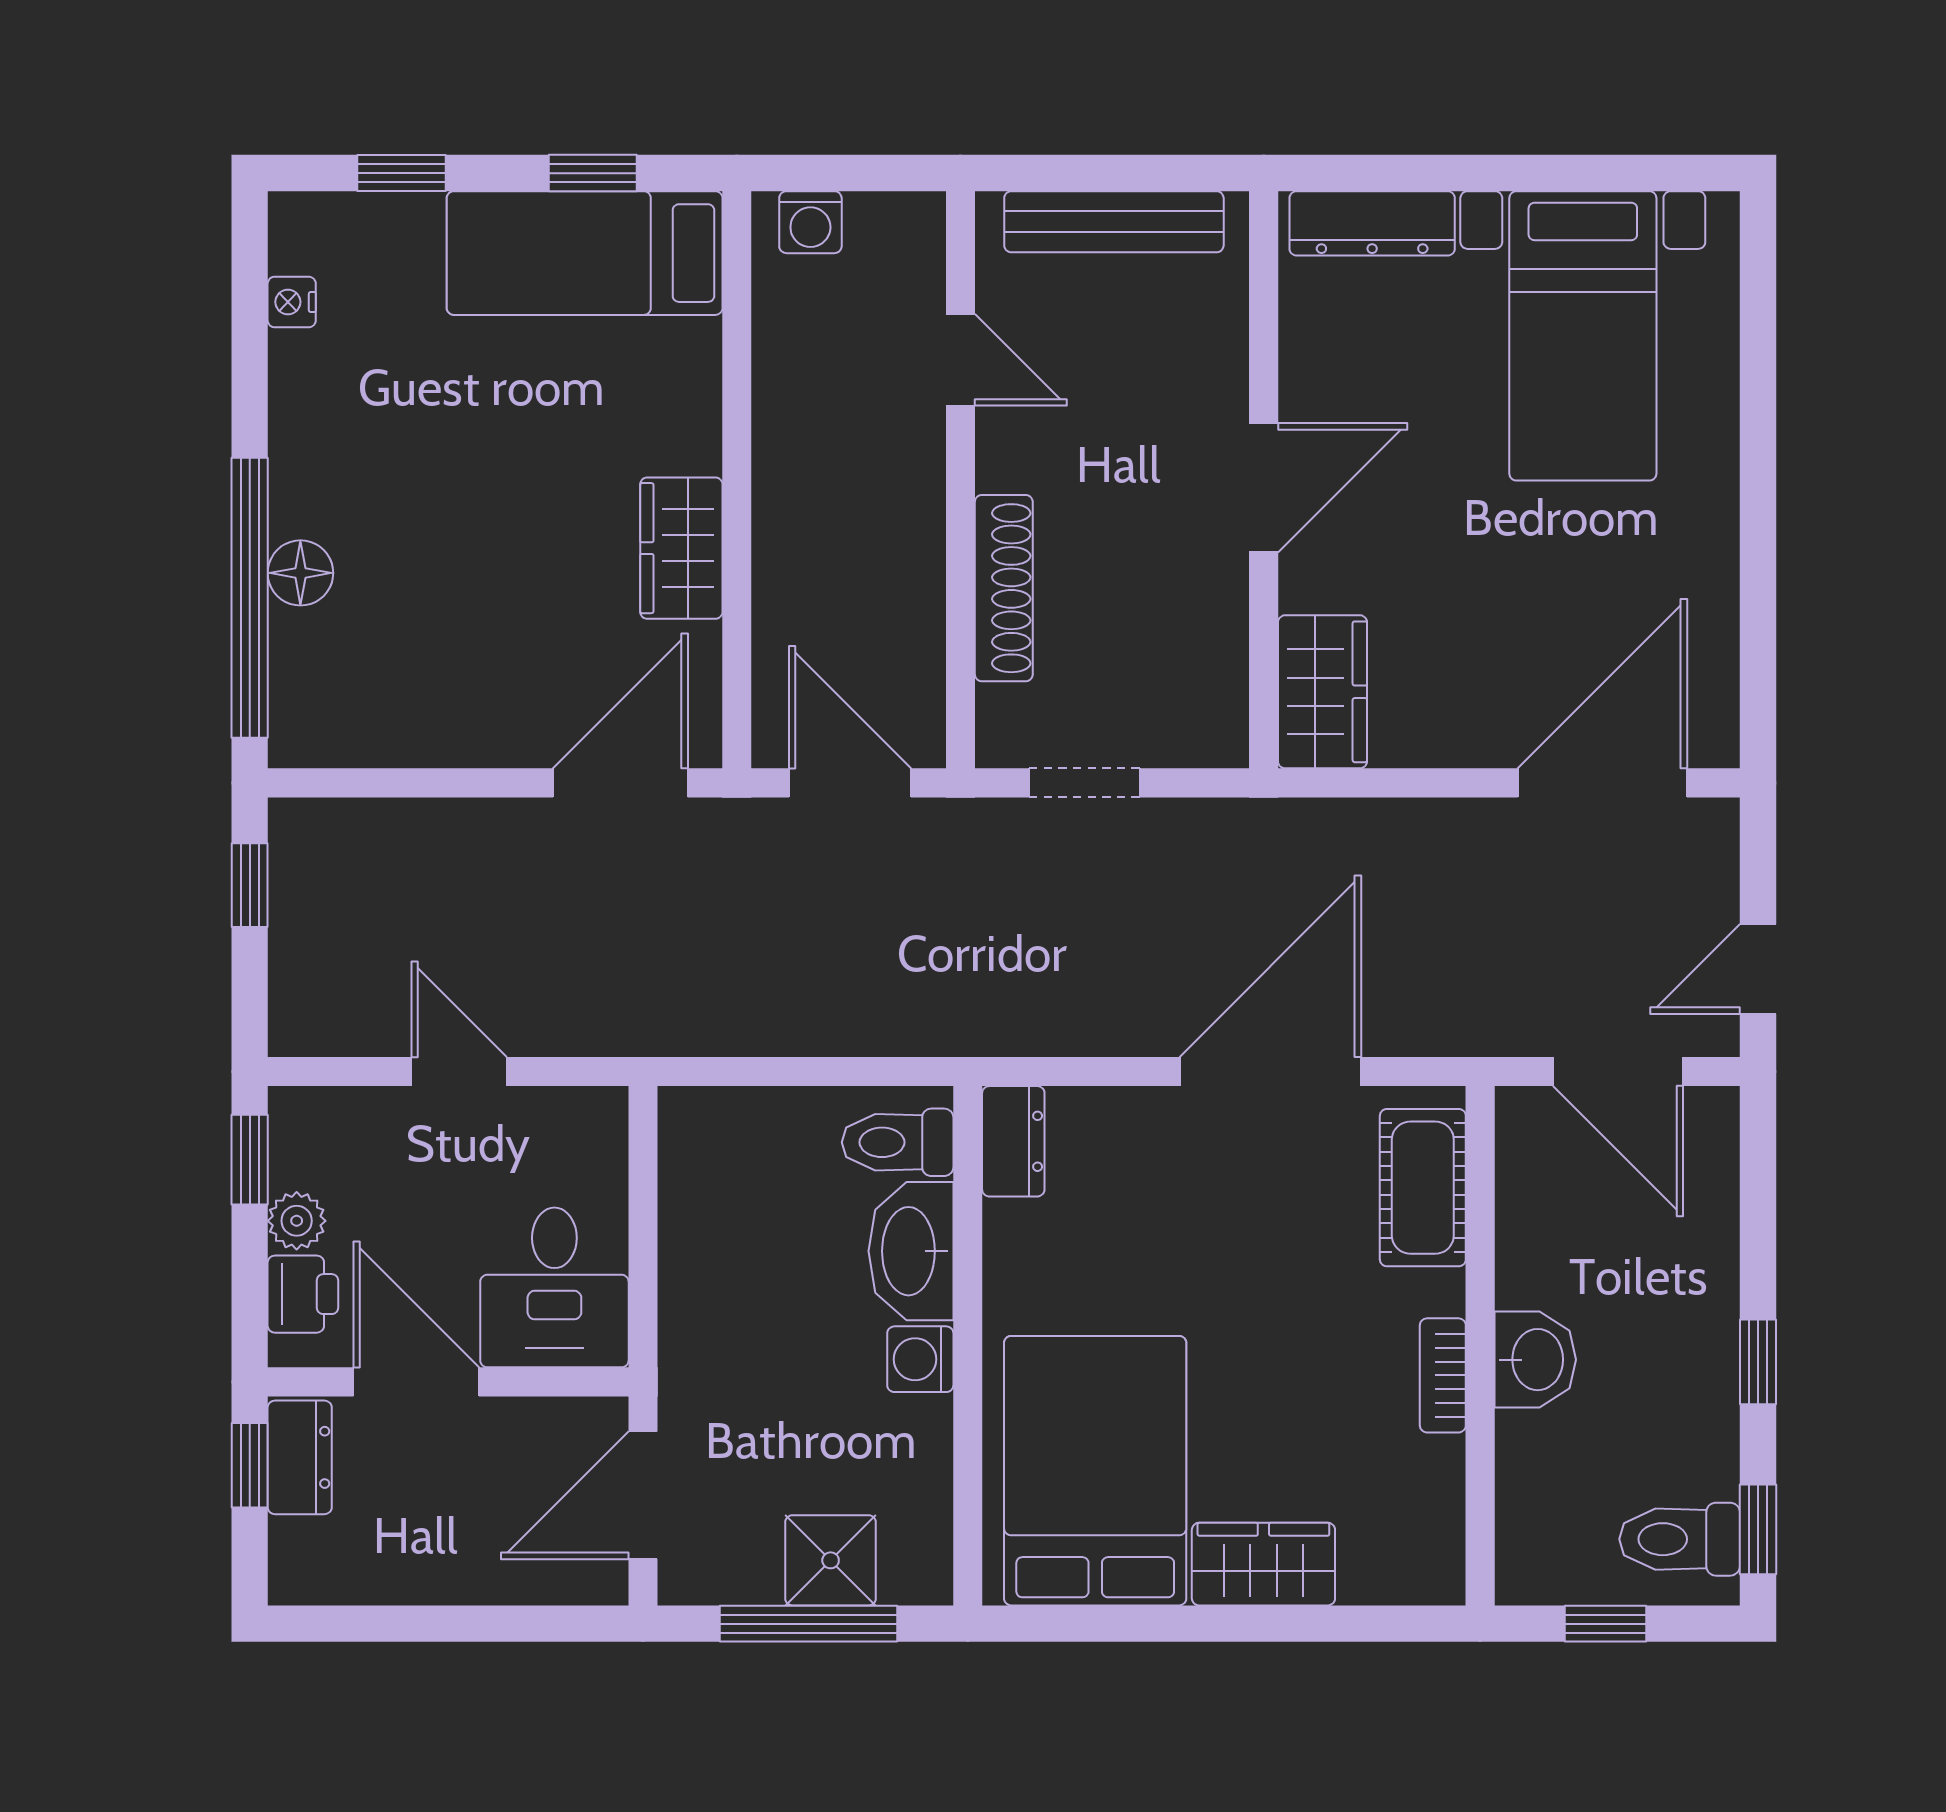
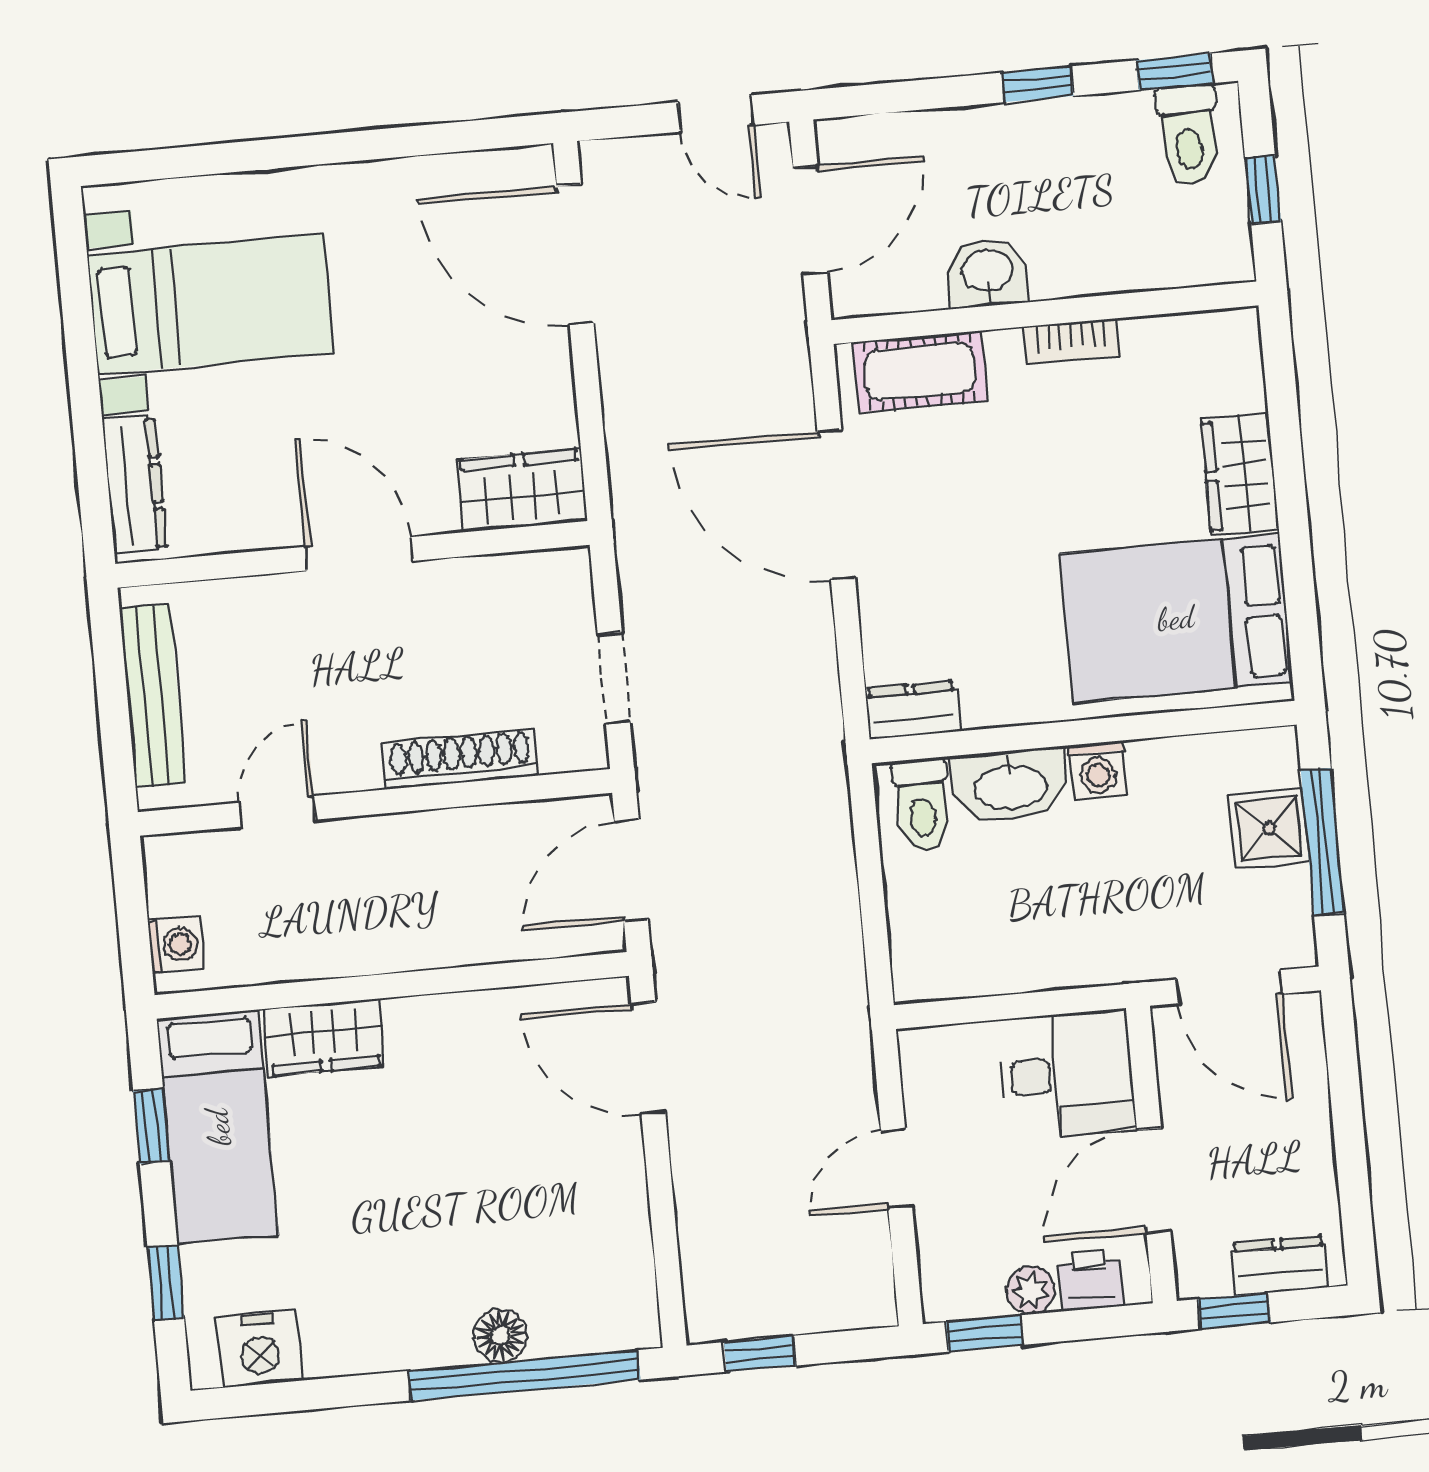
nightstand: (292, 302) -> (259, 1349), width x1.89, depth x1.79
wardrobe: (681, 548) -> (324, 1037), moved
washbasin: (1535, 1360) -> (987, 273), moved
dresser: (300, 1457) -> (1280, 1265), moved

